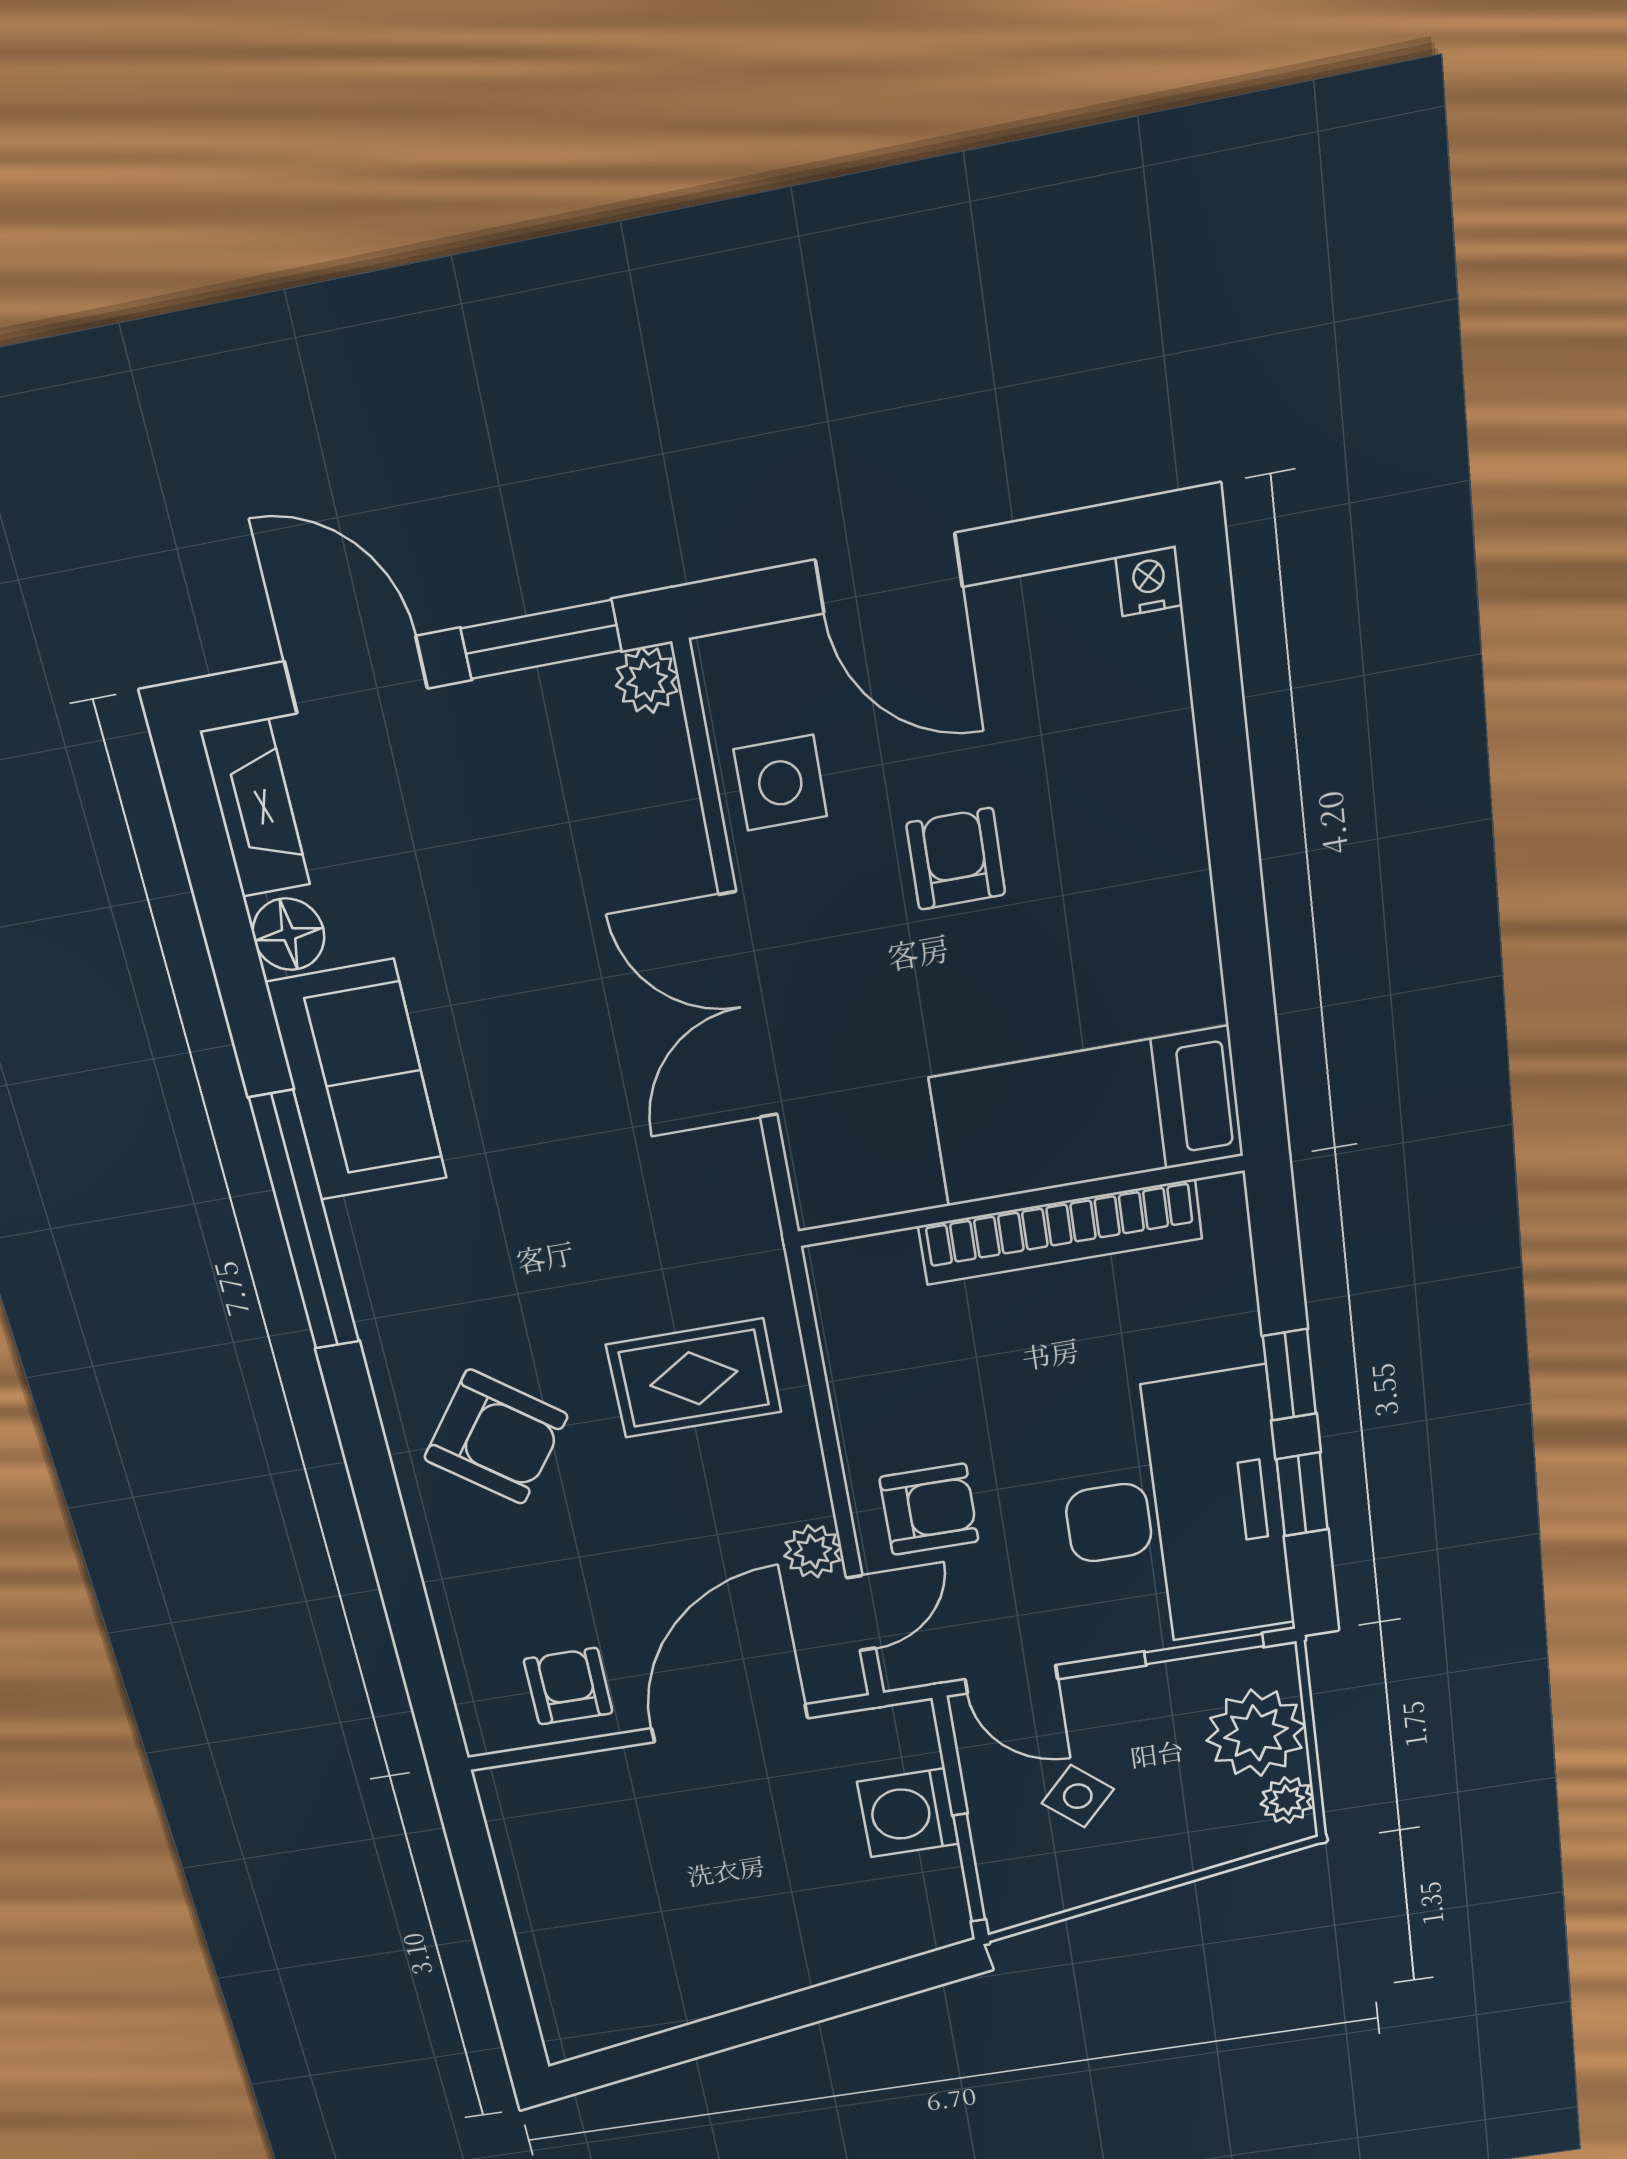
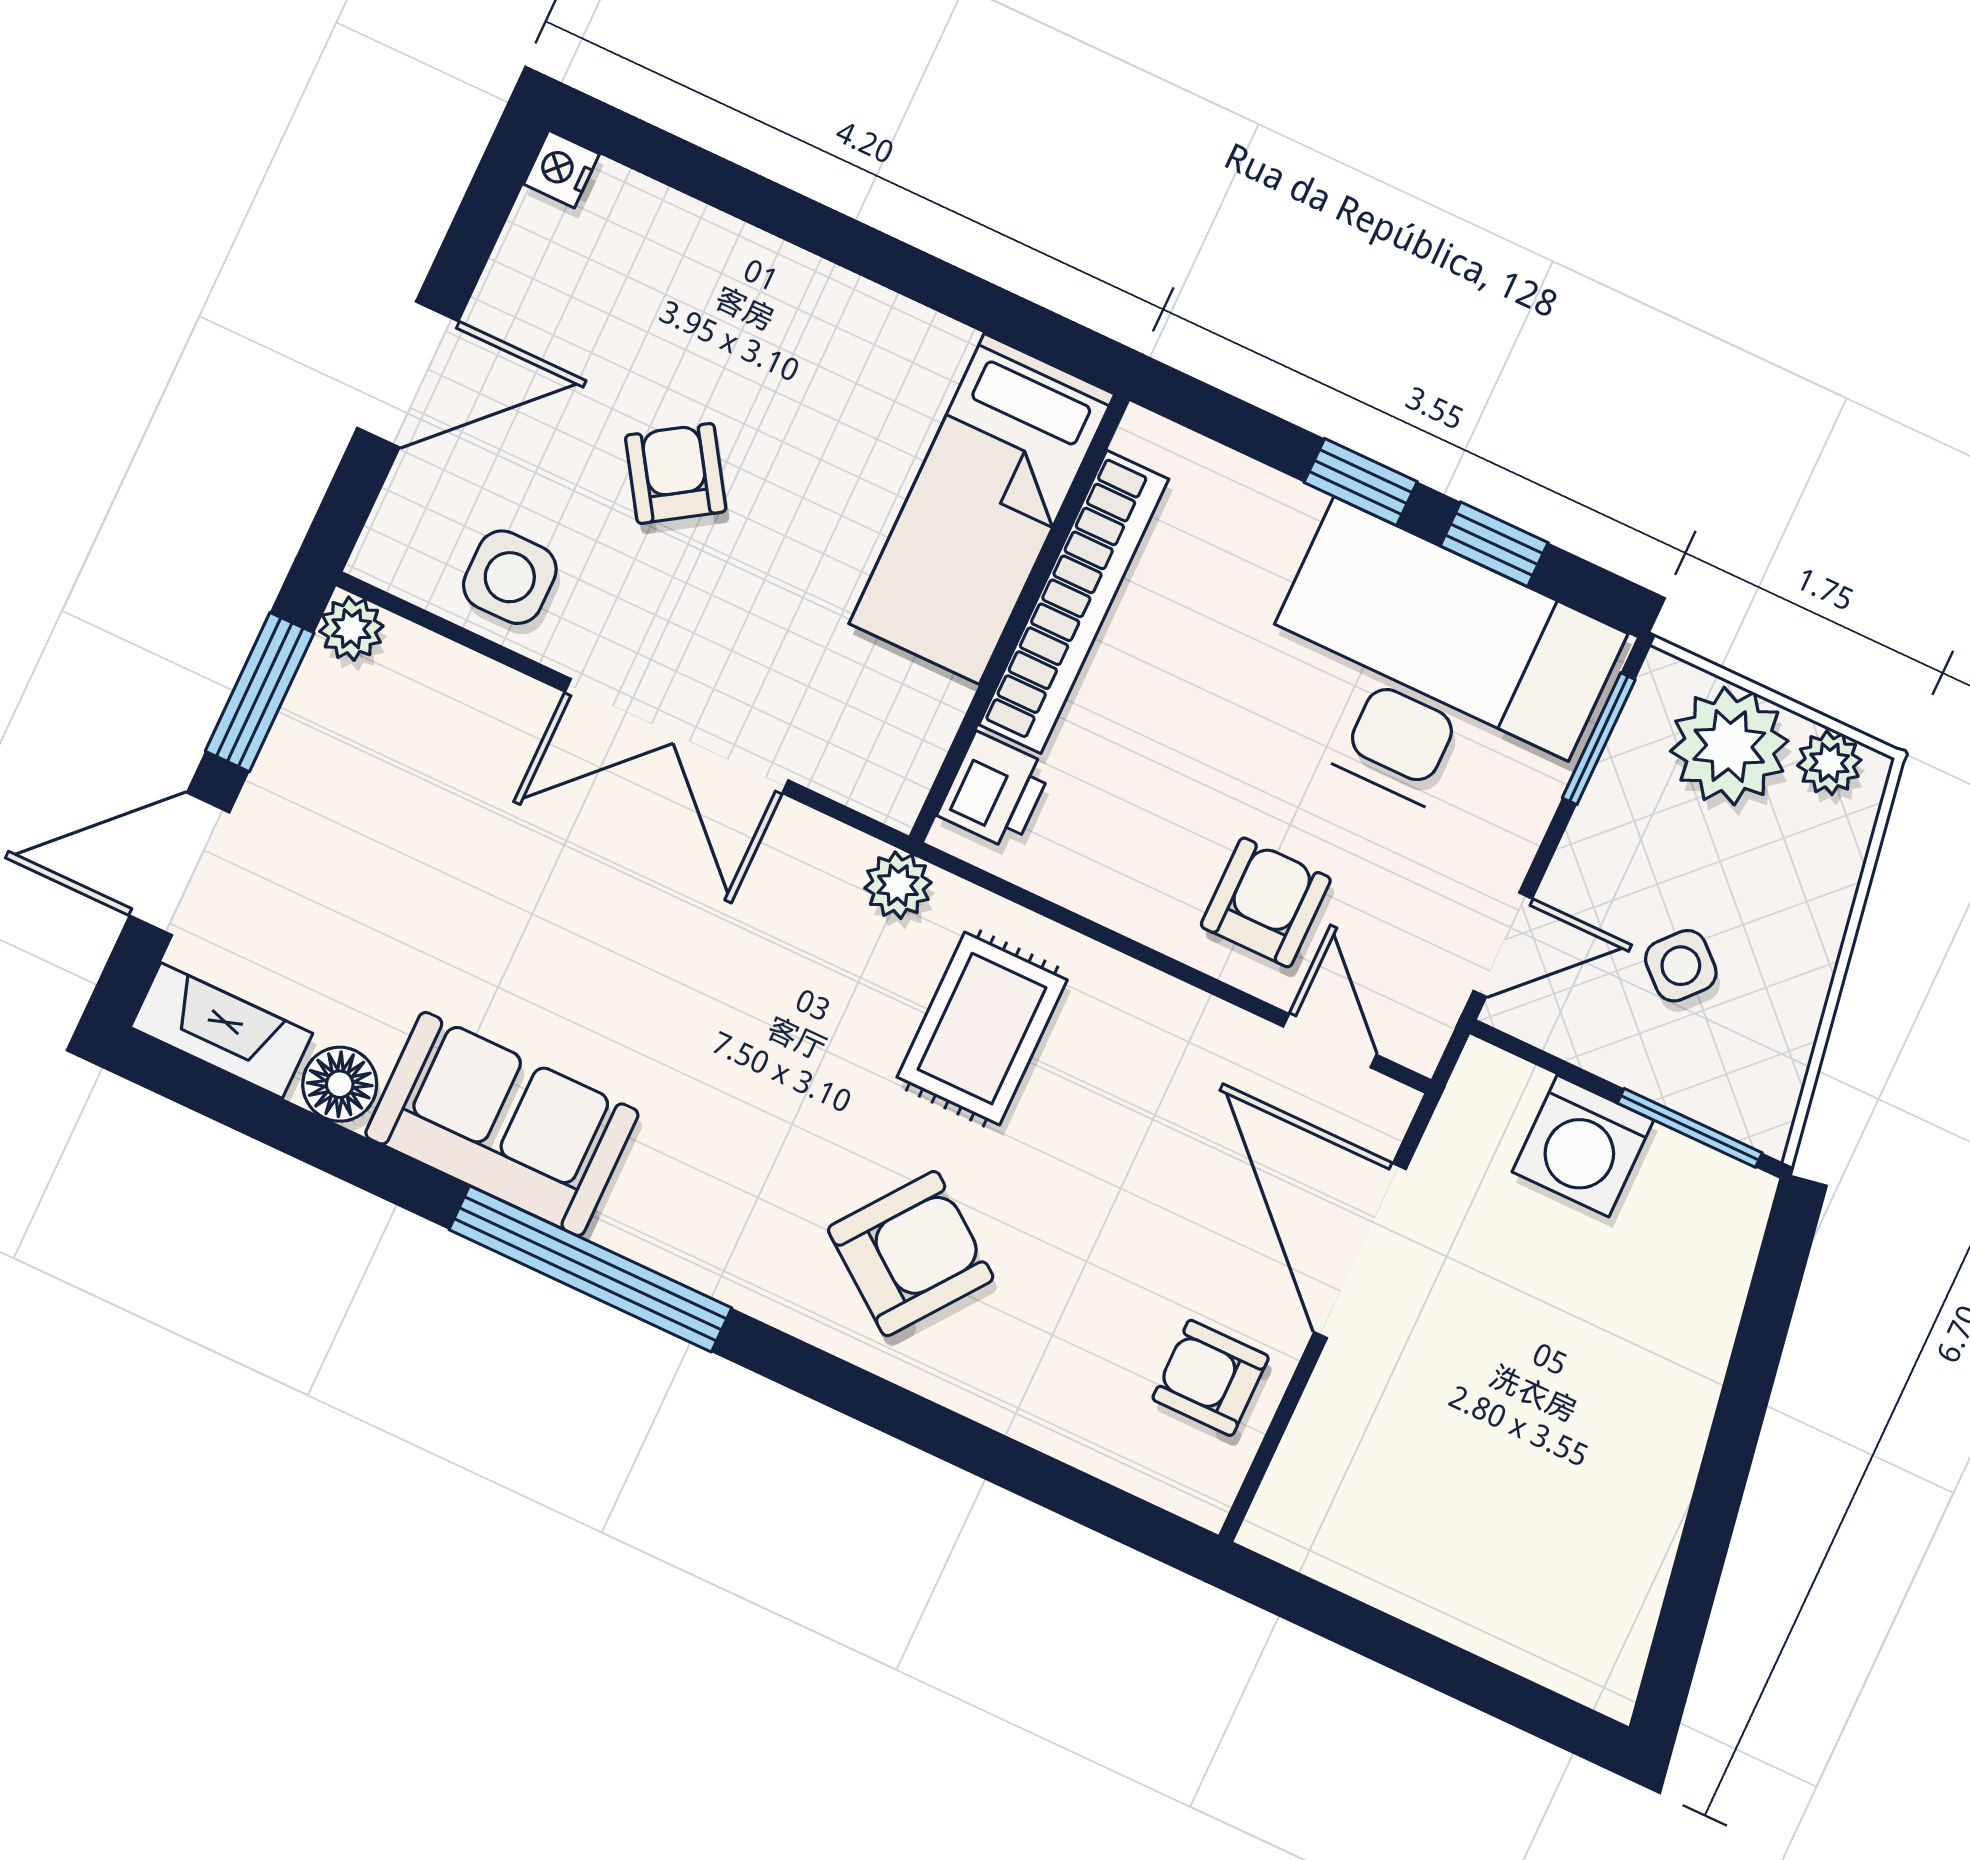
armchair: (956, 859) -> (676, 473), turned 57
printer: (876, 1271) -> (995, 791), added
plant: (813, 1551) -> (898, 885), moved

